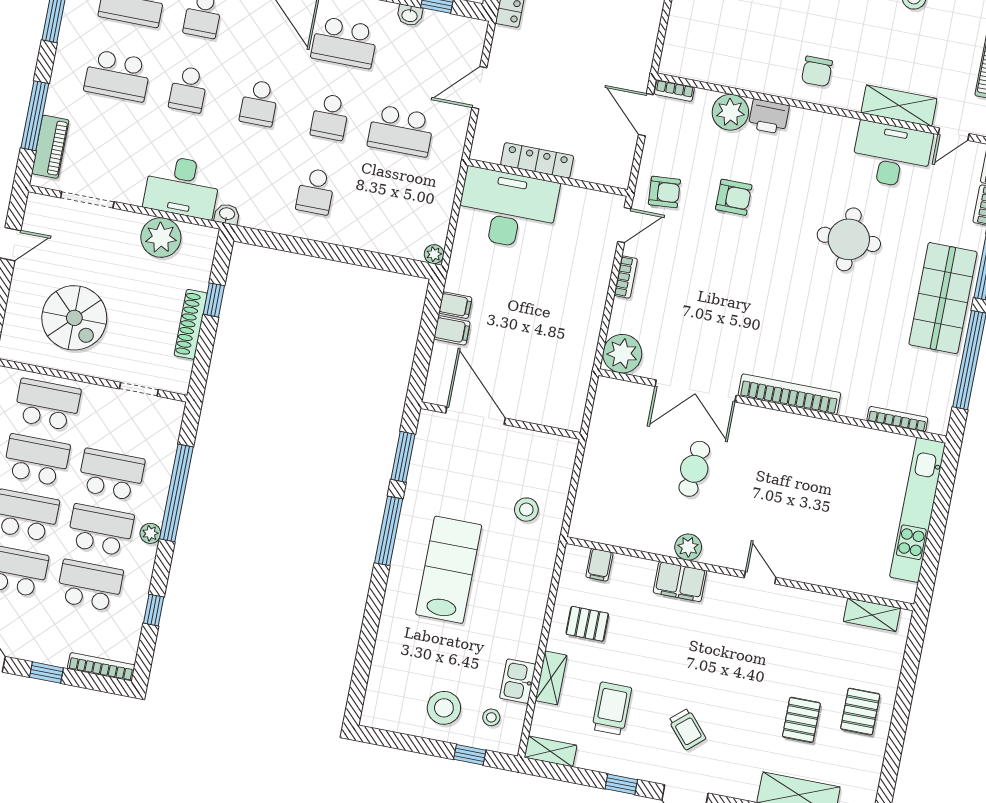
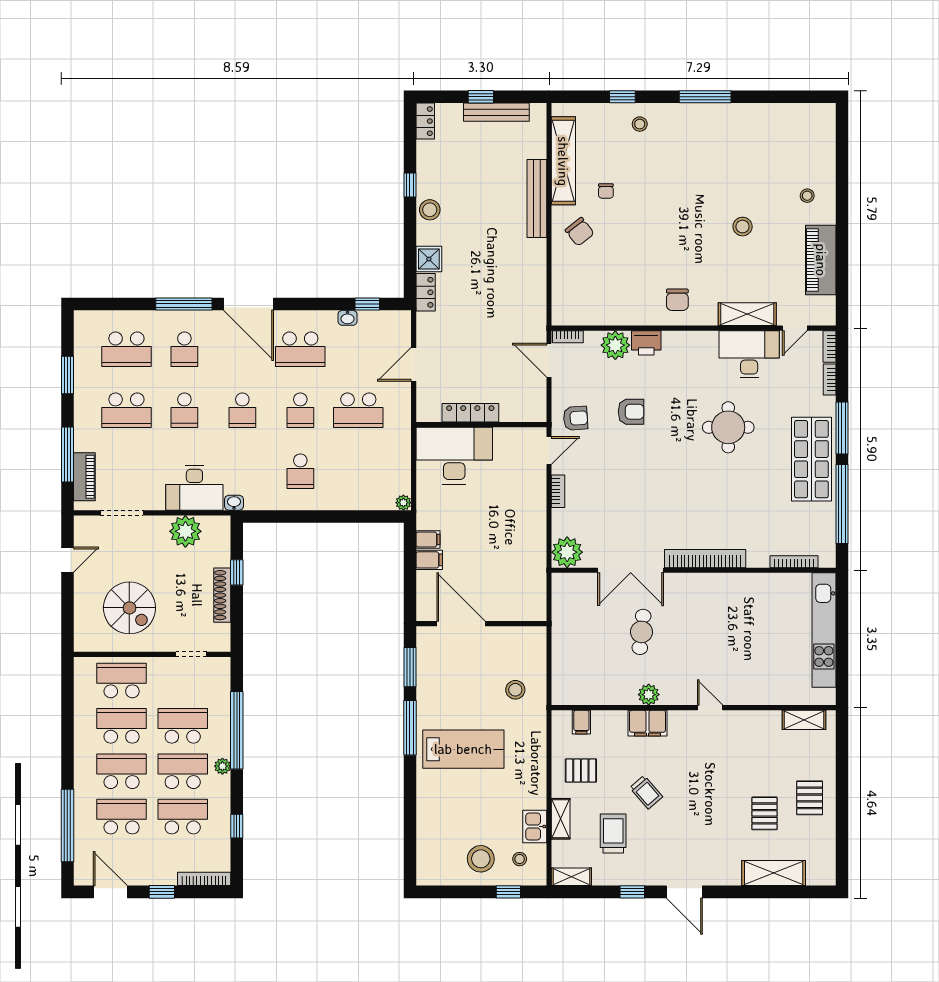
lab bench: (449, 570) -> (463, 749), turned 90
trolley: (687, 729) -> (646, 792), moved

